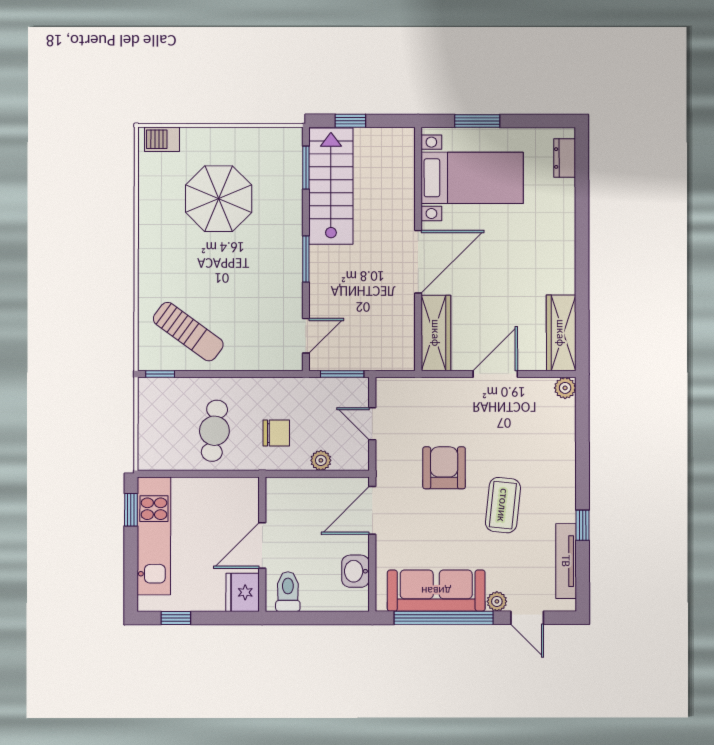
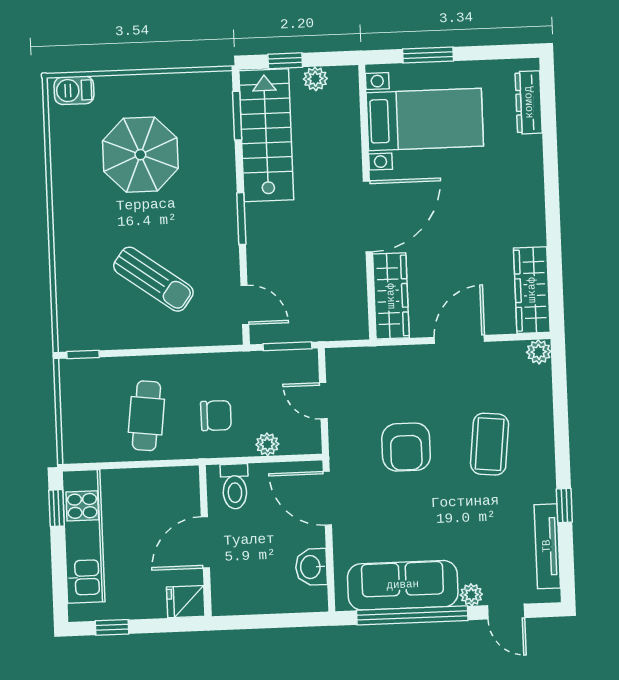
plant: (377, 138) -> (315, 79), added
dresser: (565, 158) -> (529, 102), width x1.44
sun lounger: (188, 332) -> (153, 279), moved
door: (306, 336) -> (245, 305), hinge flipped
armchair: (444, 468) -> (406, 447), turned 180
coffee table: (503, 505) -> (490, 444), moved
door: (372, 510) -> (327, 498), hinge flipped
fridge: (243, 592) -> (186, 602), width x0.72
toilet: (288, 592) -> (235, 486), moved, turned 180

